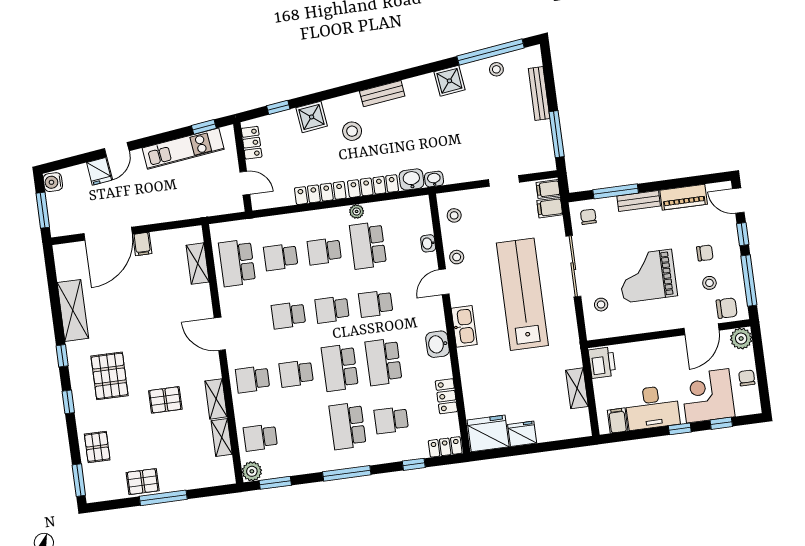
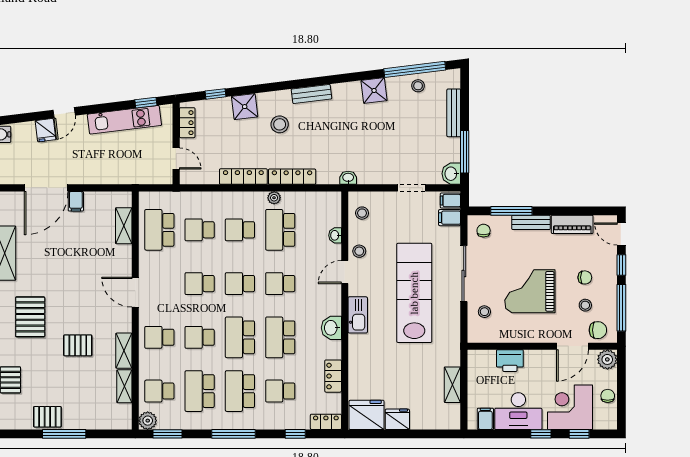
washbasin: (411, 179) -> (451, 174), moved, turned -90
printer: (602, 363) -> (510, 361), moved, turned 90
school desk: (304, 432) -> (200, 391), added

